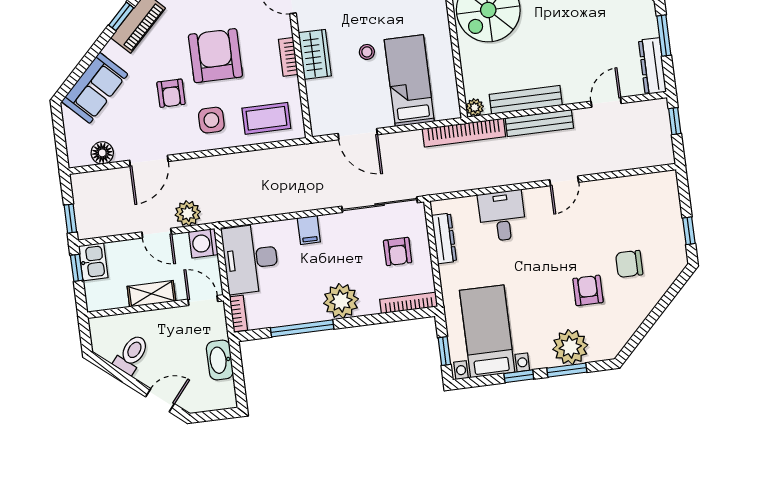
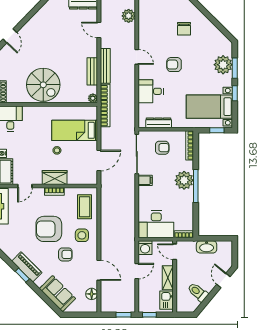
bench: (526, 100) -> (92, 71), width x0.73
plant: (188, 213) -> (129, 16), moved
filing cabinet: (309, 230) -> (145, 180), moved
kitchen sink: (93, 262) -> (167, 300), moved, turned -90
armchair: (588, 290) -> (174, 65), moved
door: (203, 300) -> (175, 252), hinge flipped
window: (302, 328) -> (196, 186), moved

